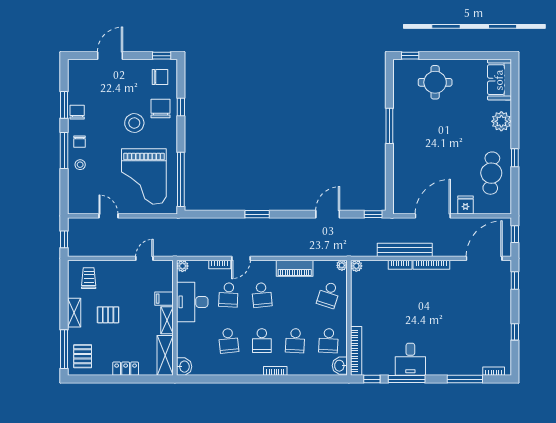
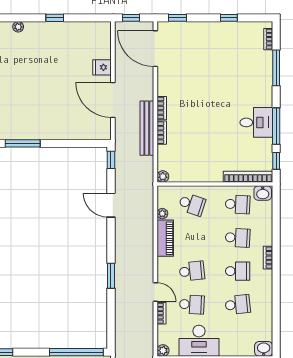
plant: (501, 121) -> (18, 27), width x0.53, depth x0.53
cafe table: (491, 173) -> (70, 41), removed
plant: (342, 265) -> (162, 214), moved
bookcase: (431, 265) -> (162, 108), width x0.64

